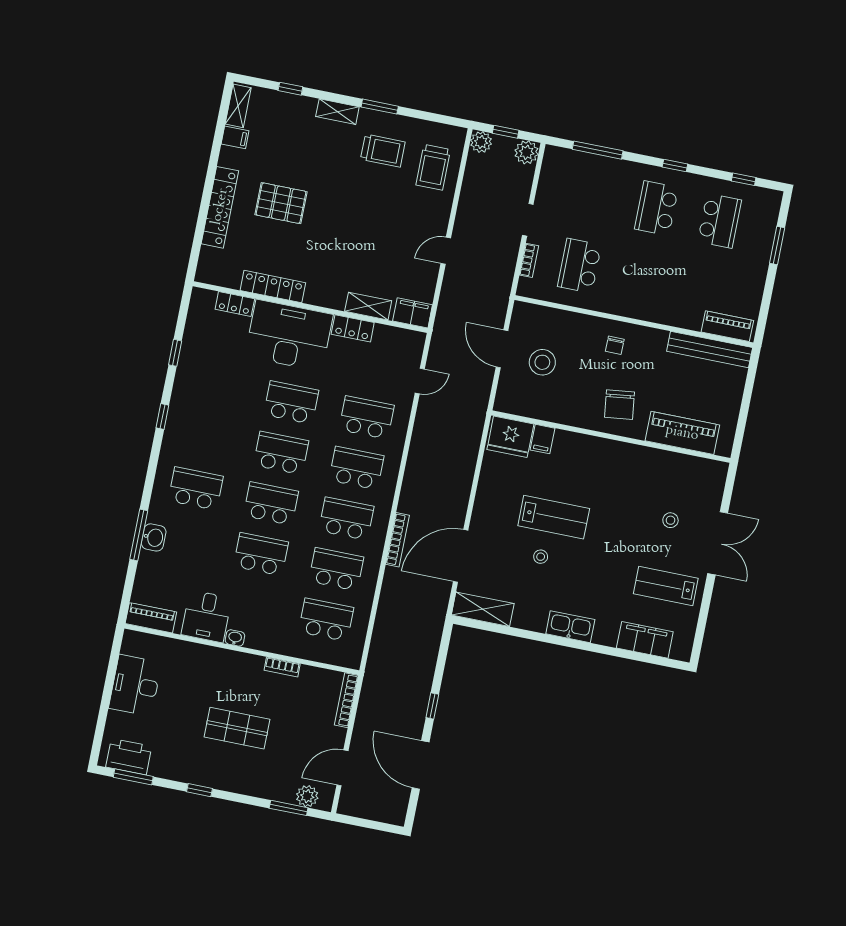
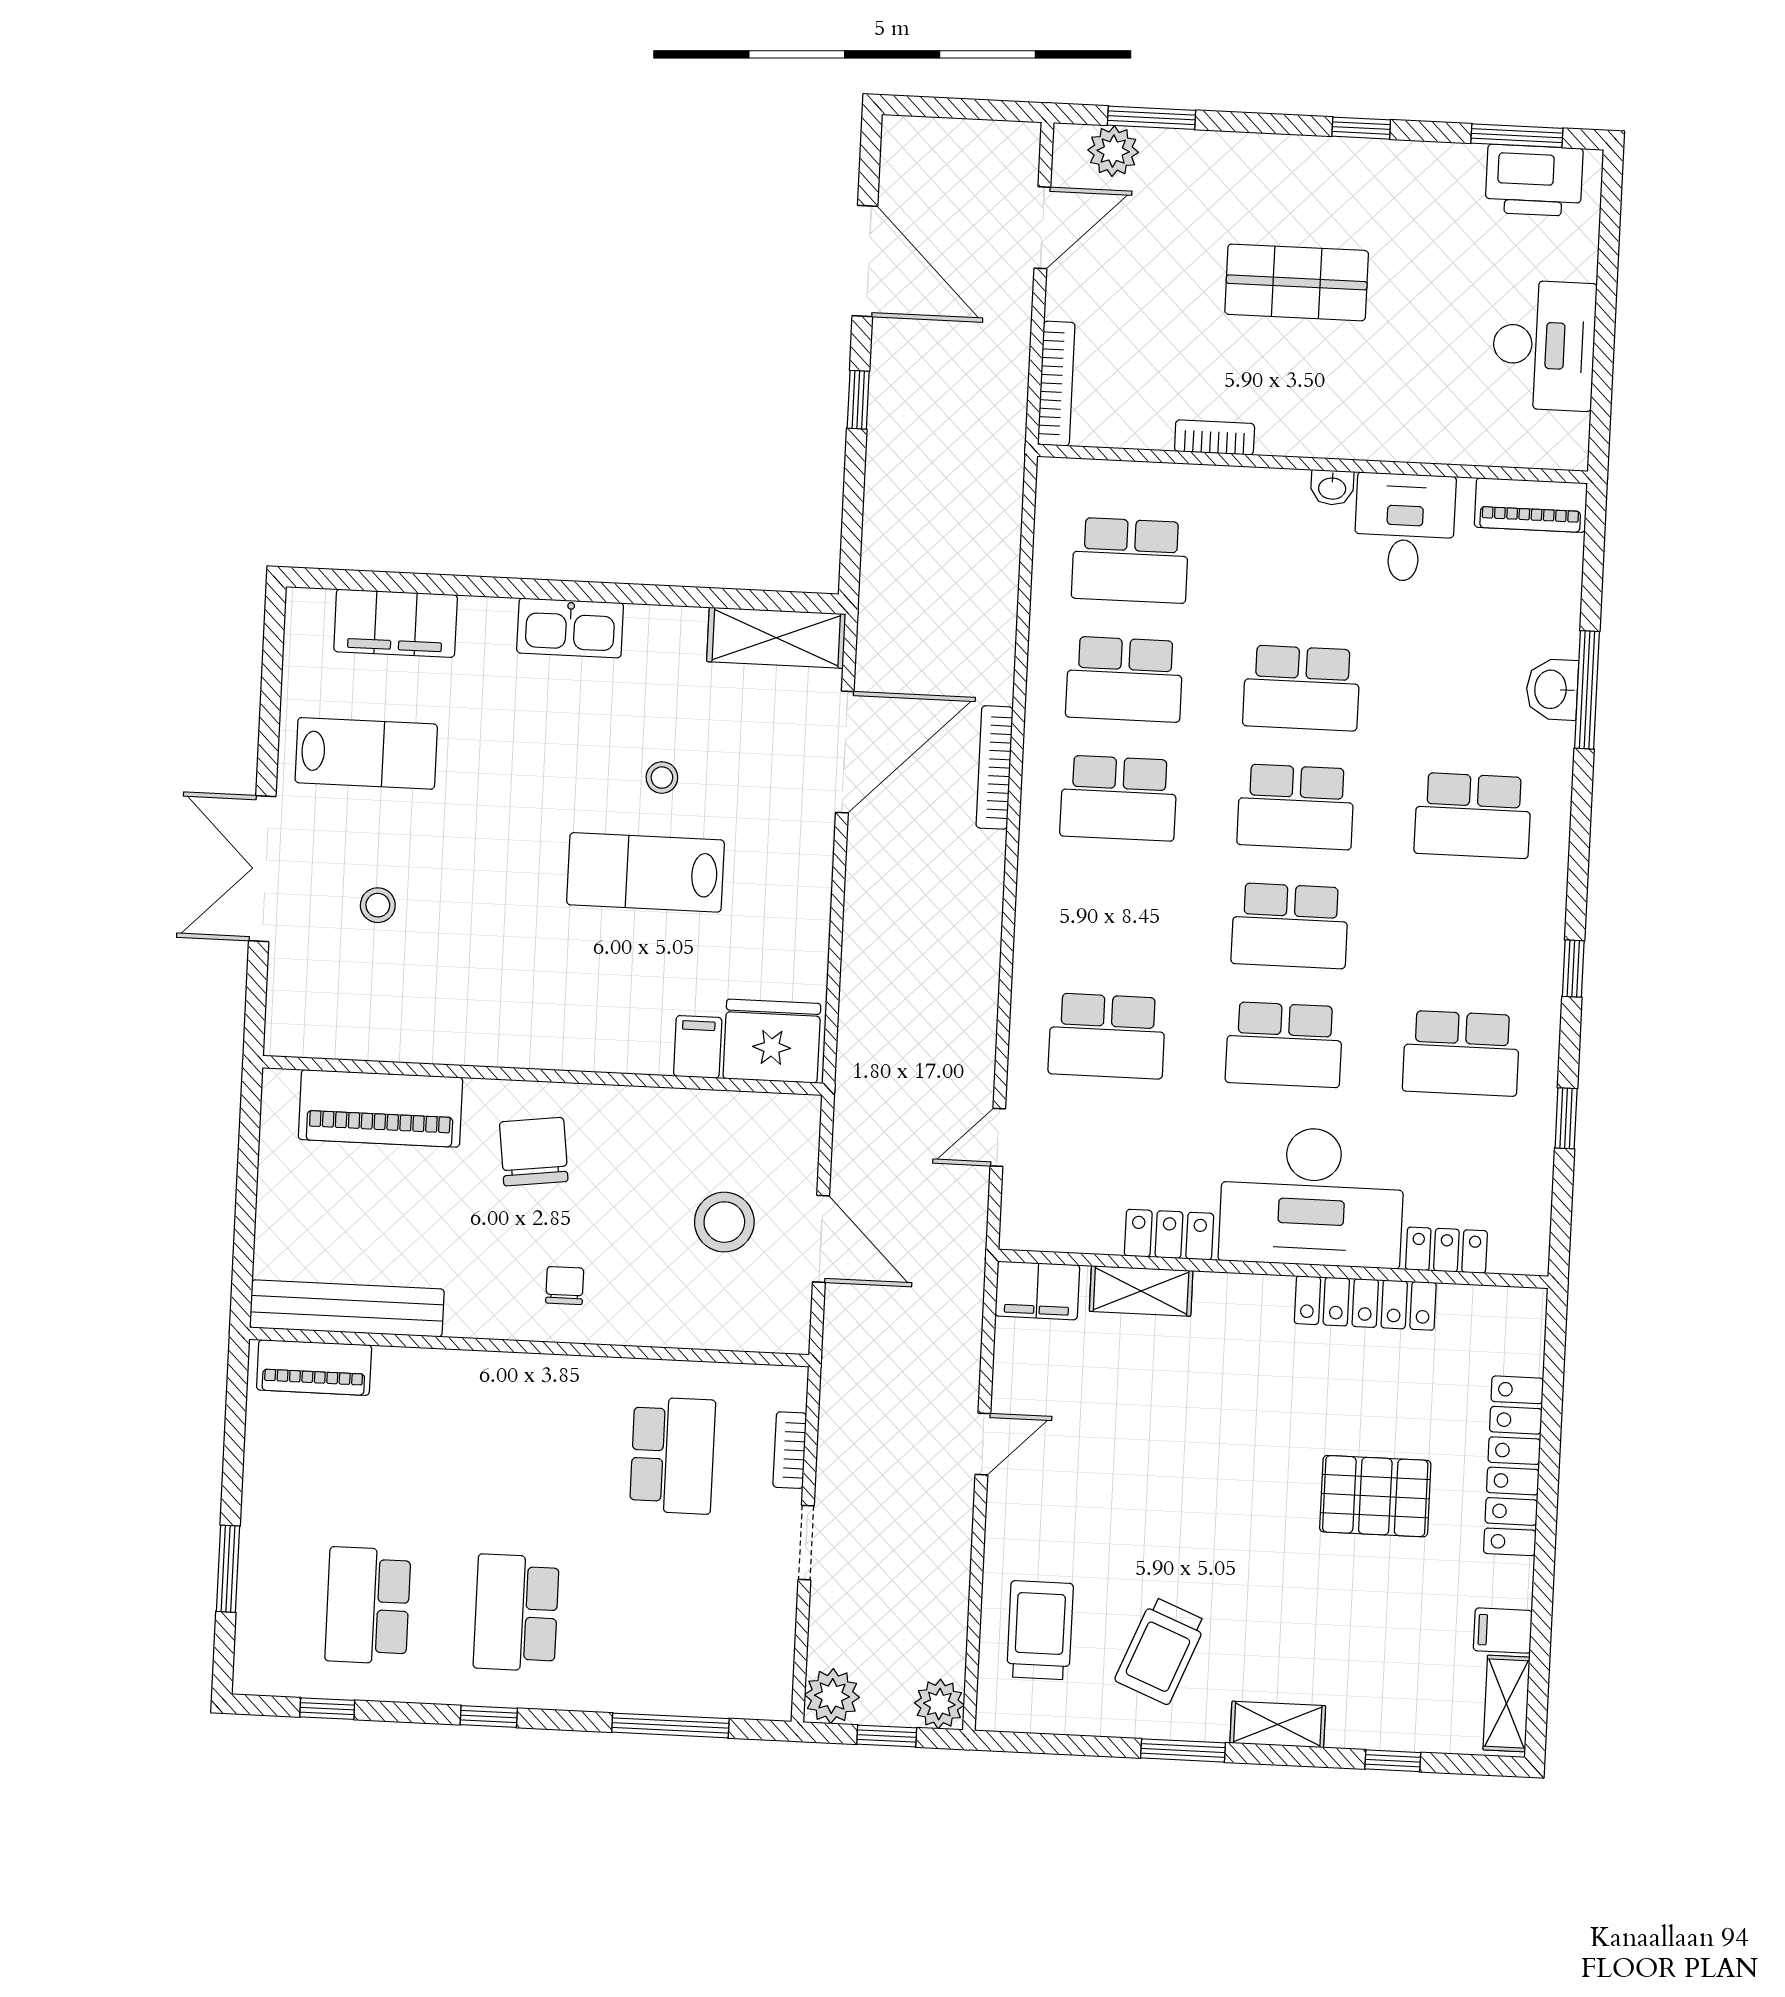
trolley: (383, 151) -> (1161, 1651), turned -68
school desk: (657, 208) -> (516, 1613), turned 180
school desk: (356, 468) -> (1461, 1053), moved

